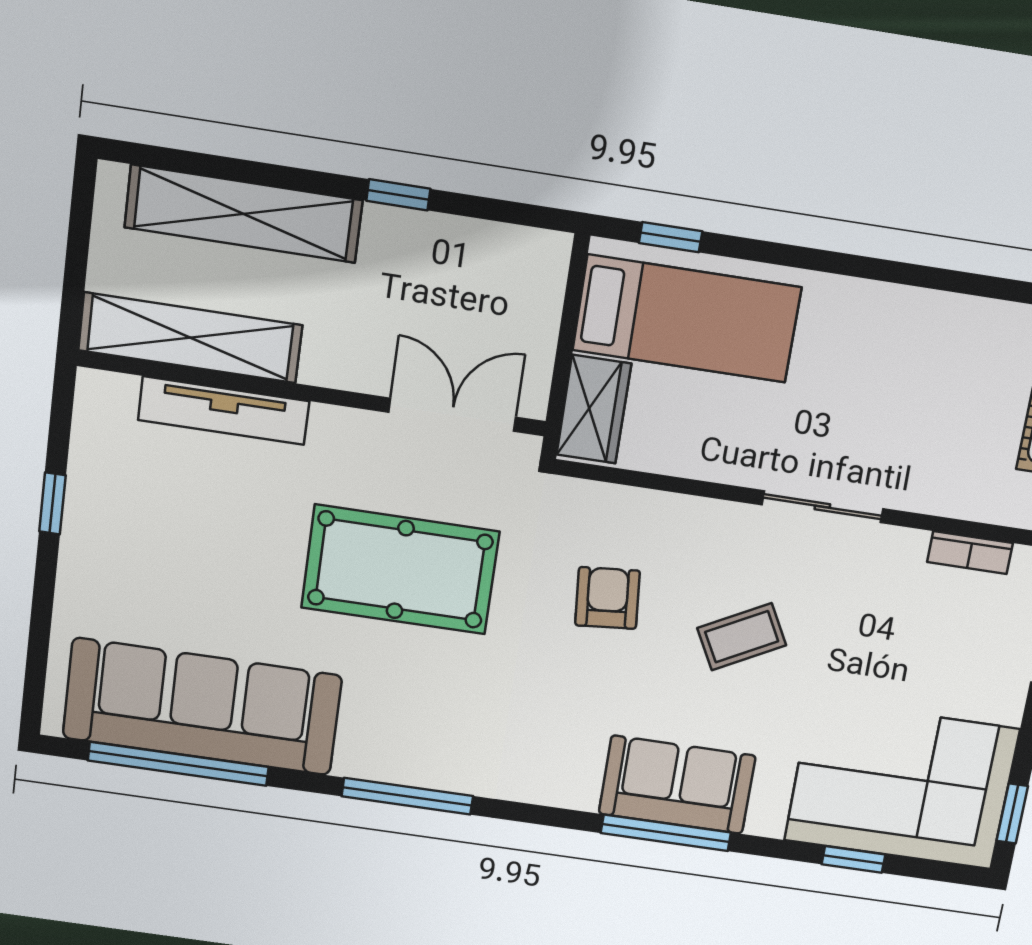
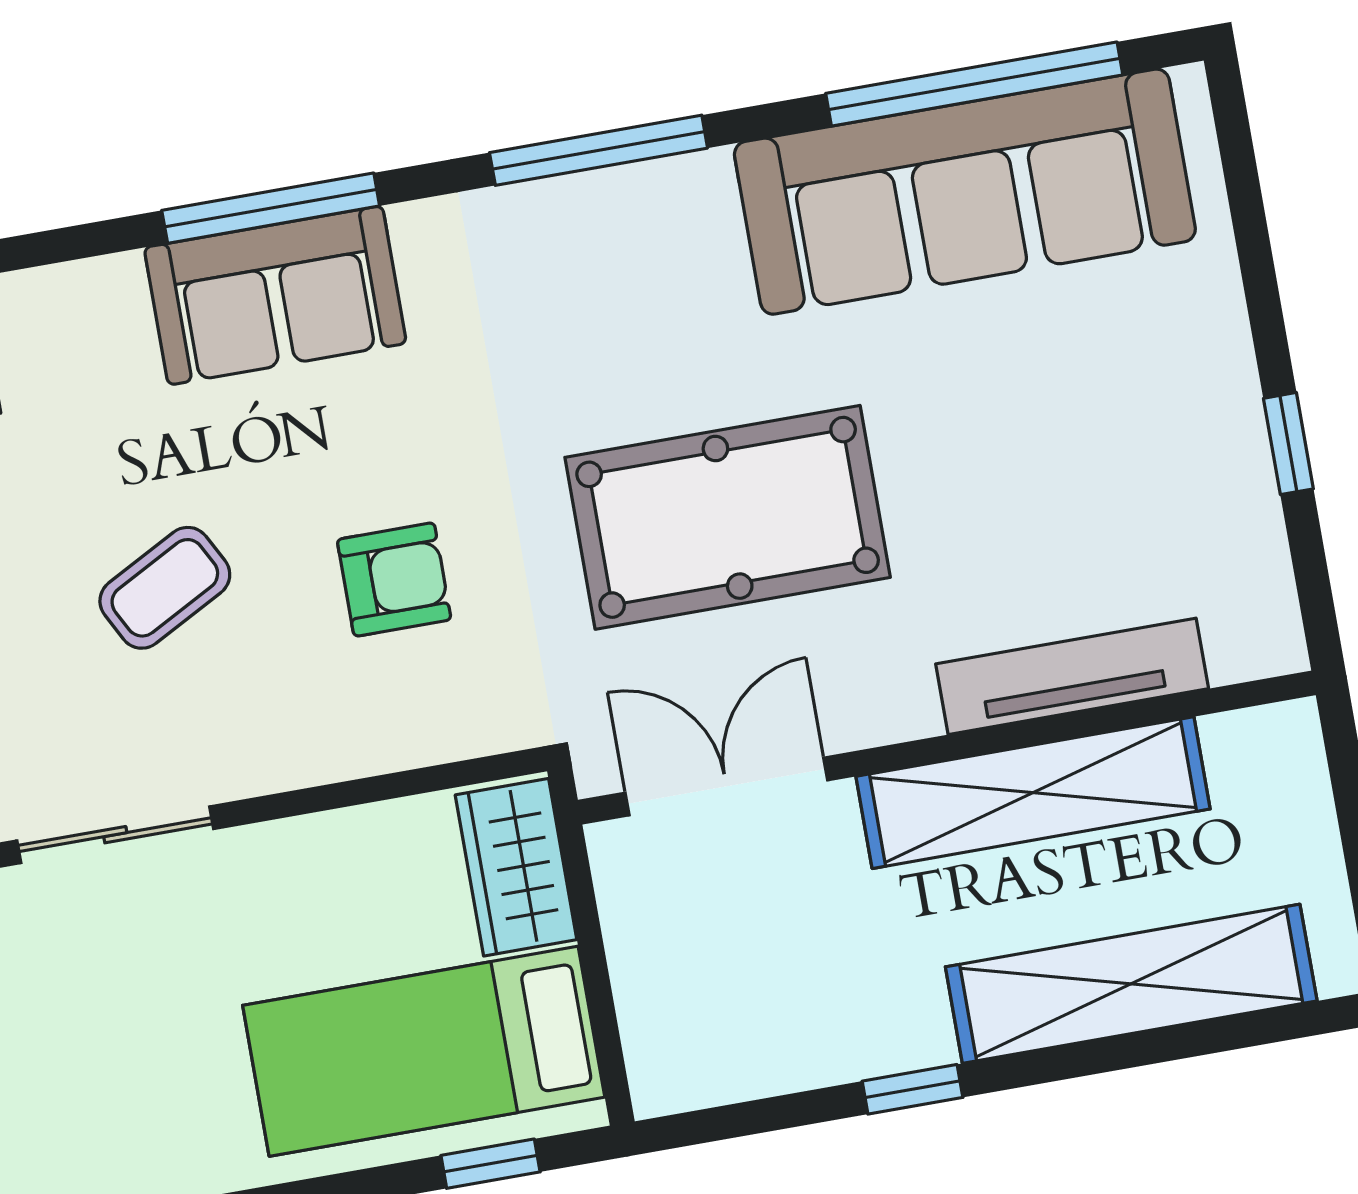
shelving: (190, 338) -> (1033, 793), moved
double door: (452, 415) -> (726, 786), swing flipped
armchair: (607, 598) -> (394, 580), turned -85
sofa: (677, 785) -> (275, 295), moved
window: (666, 833) -> (271, 208), moved

